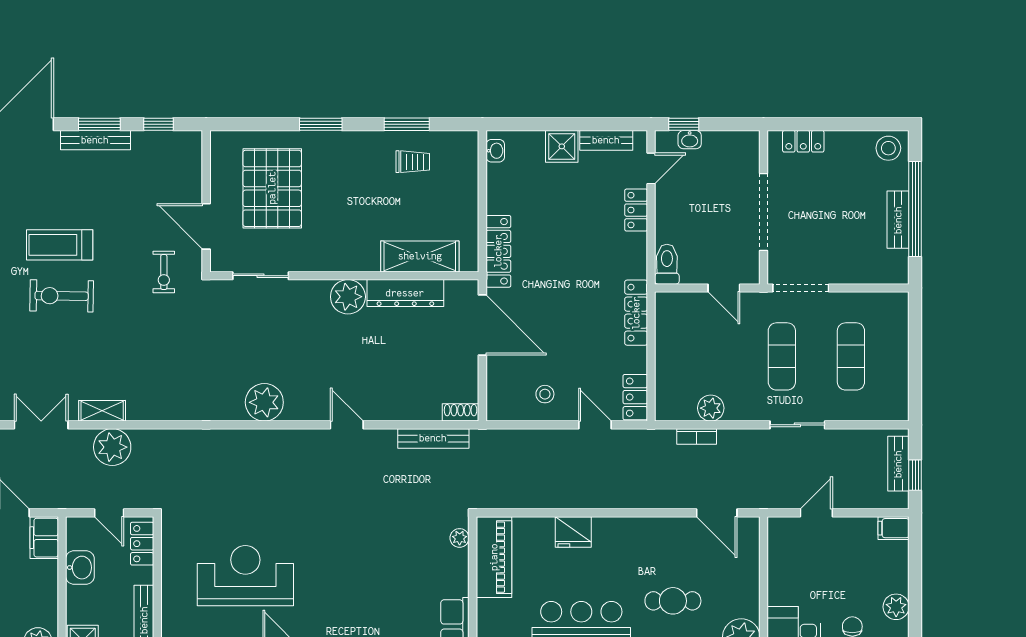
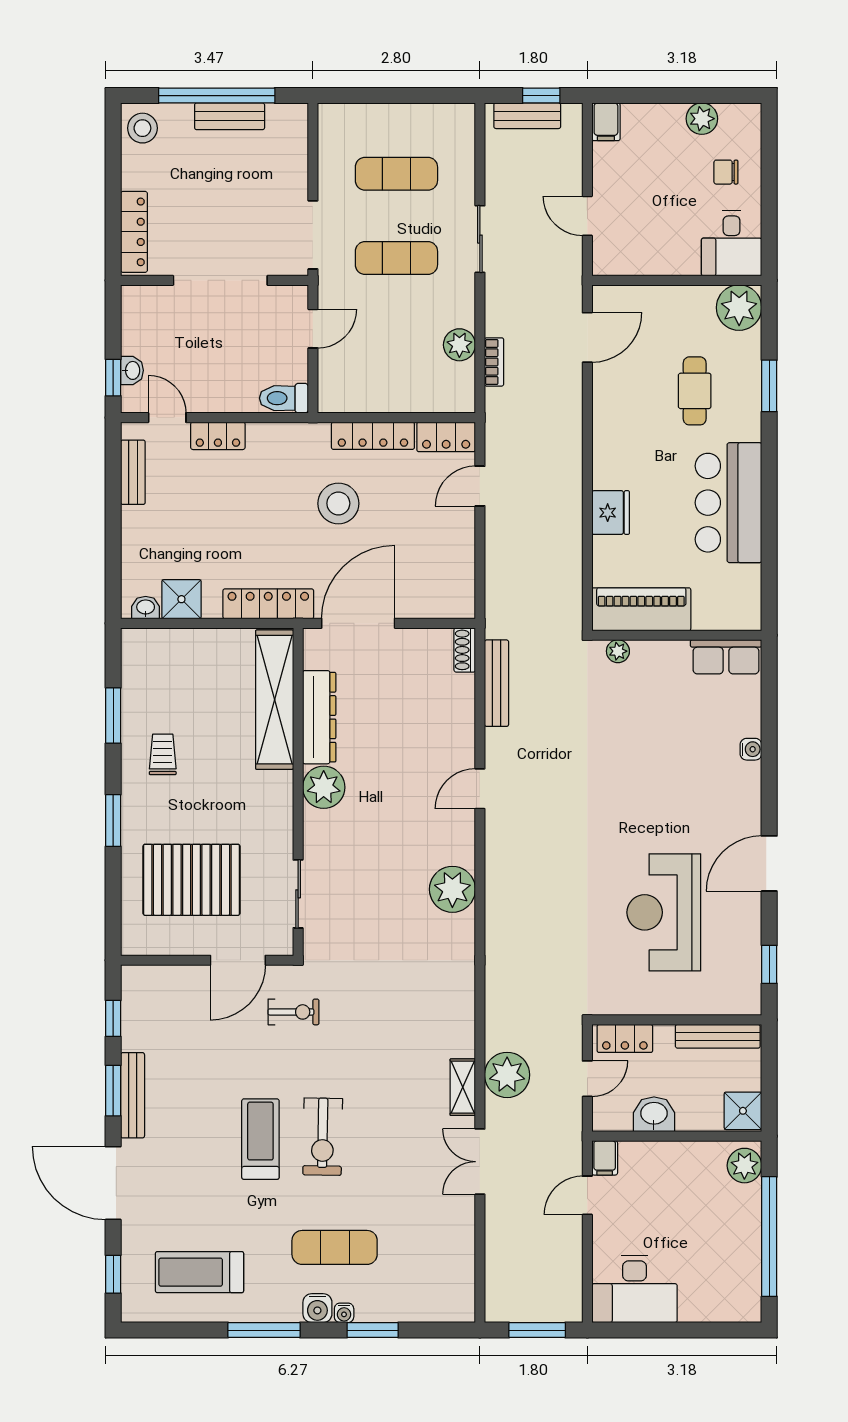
locker: (803, 141) -> (134, 232), width x1.53
shower: (562, 146) -> (181, 599), moved
trolley: (413, 162) -> (163, 754), moved
treadmill: (60, 245) -> (260, 1139), turned 180
shelving: (420, 256) -> (275, 700), width x1.47
locker: (636, 313) -> (373, 436), moved
stool: (545, 394) -> (338, 503), moved, width x1.89, depth x1.89
filing cabinet: (44, 538) -> (605, 1158), width x0.50

